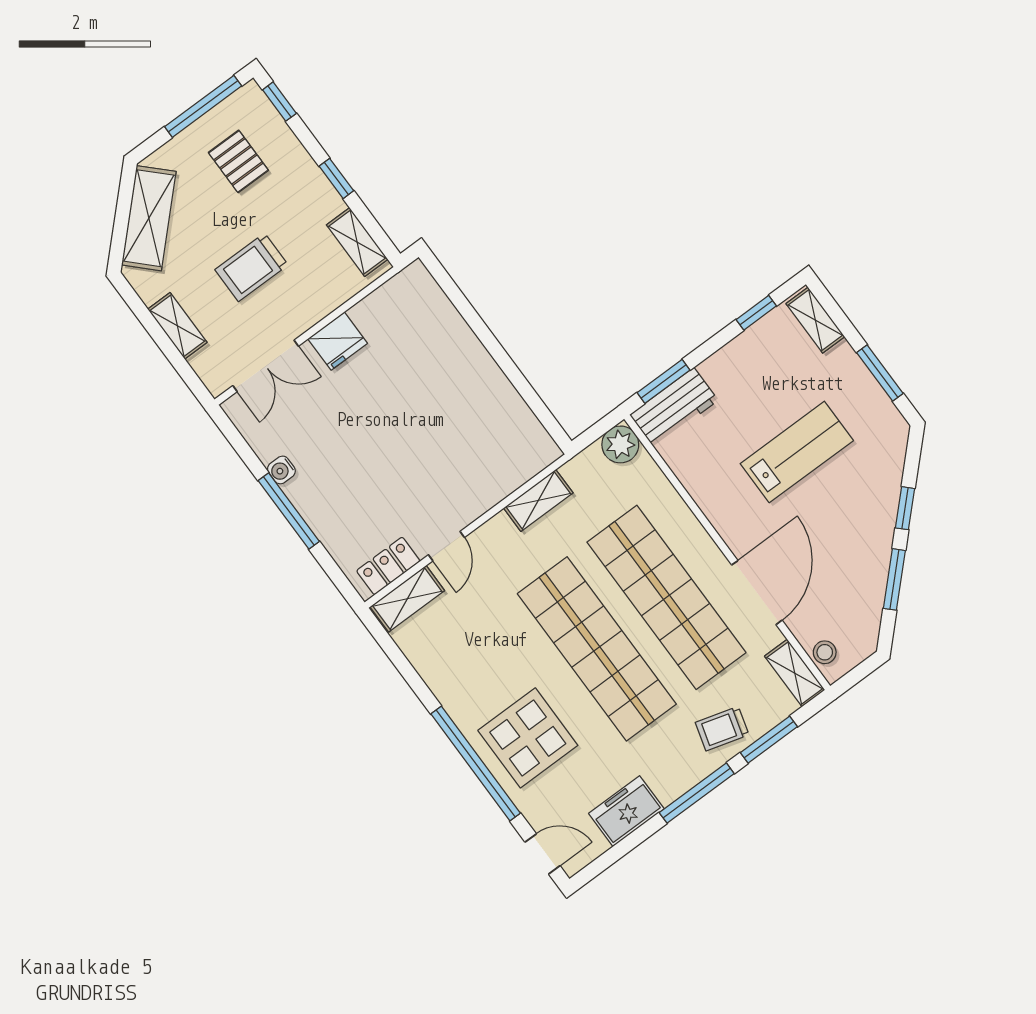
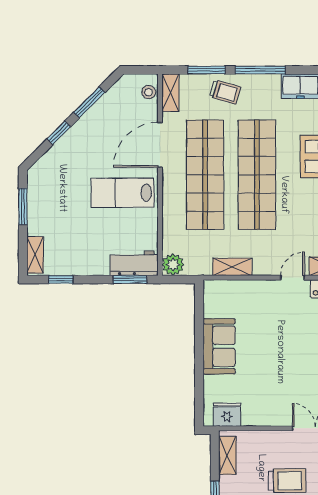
fridge: (338, 341) -> (227, 415), moved
sofa: (477, 380) -> (219, 346), added
lab bench: (797, 452) -> (122, 193), moved

